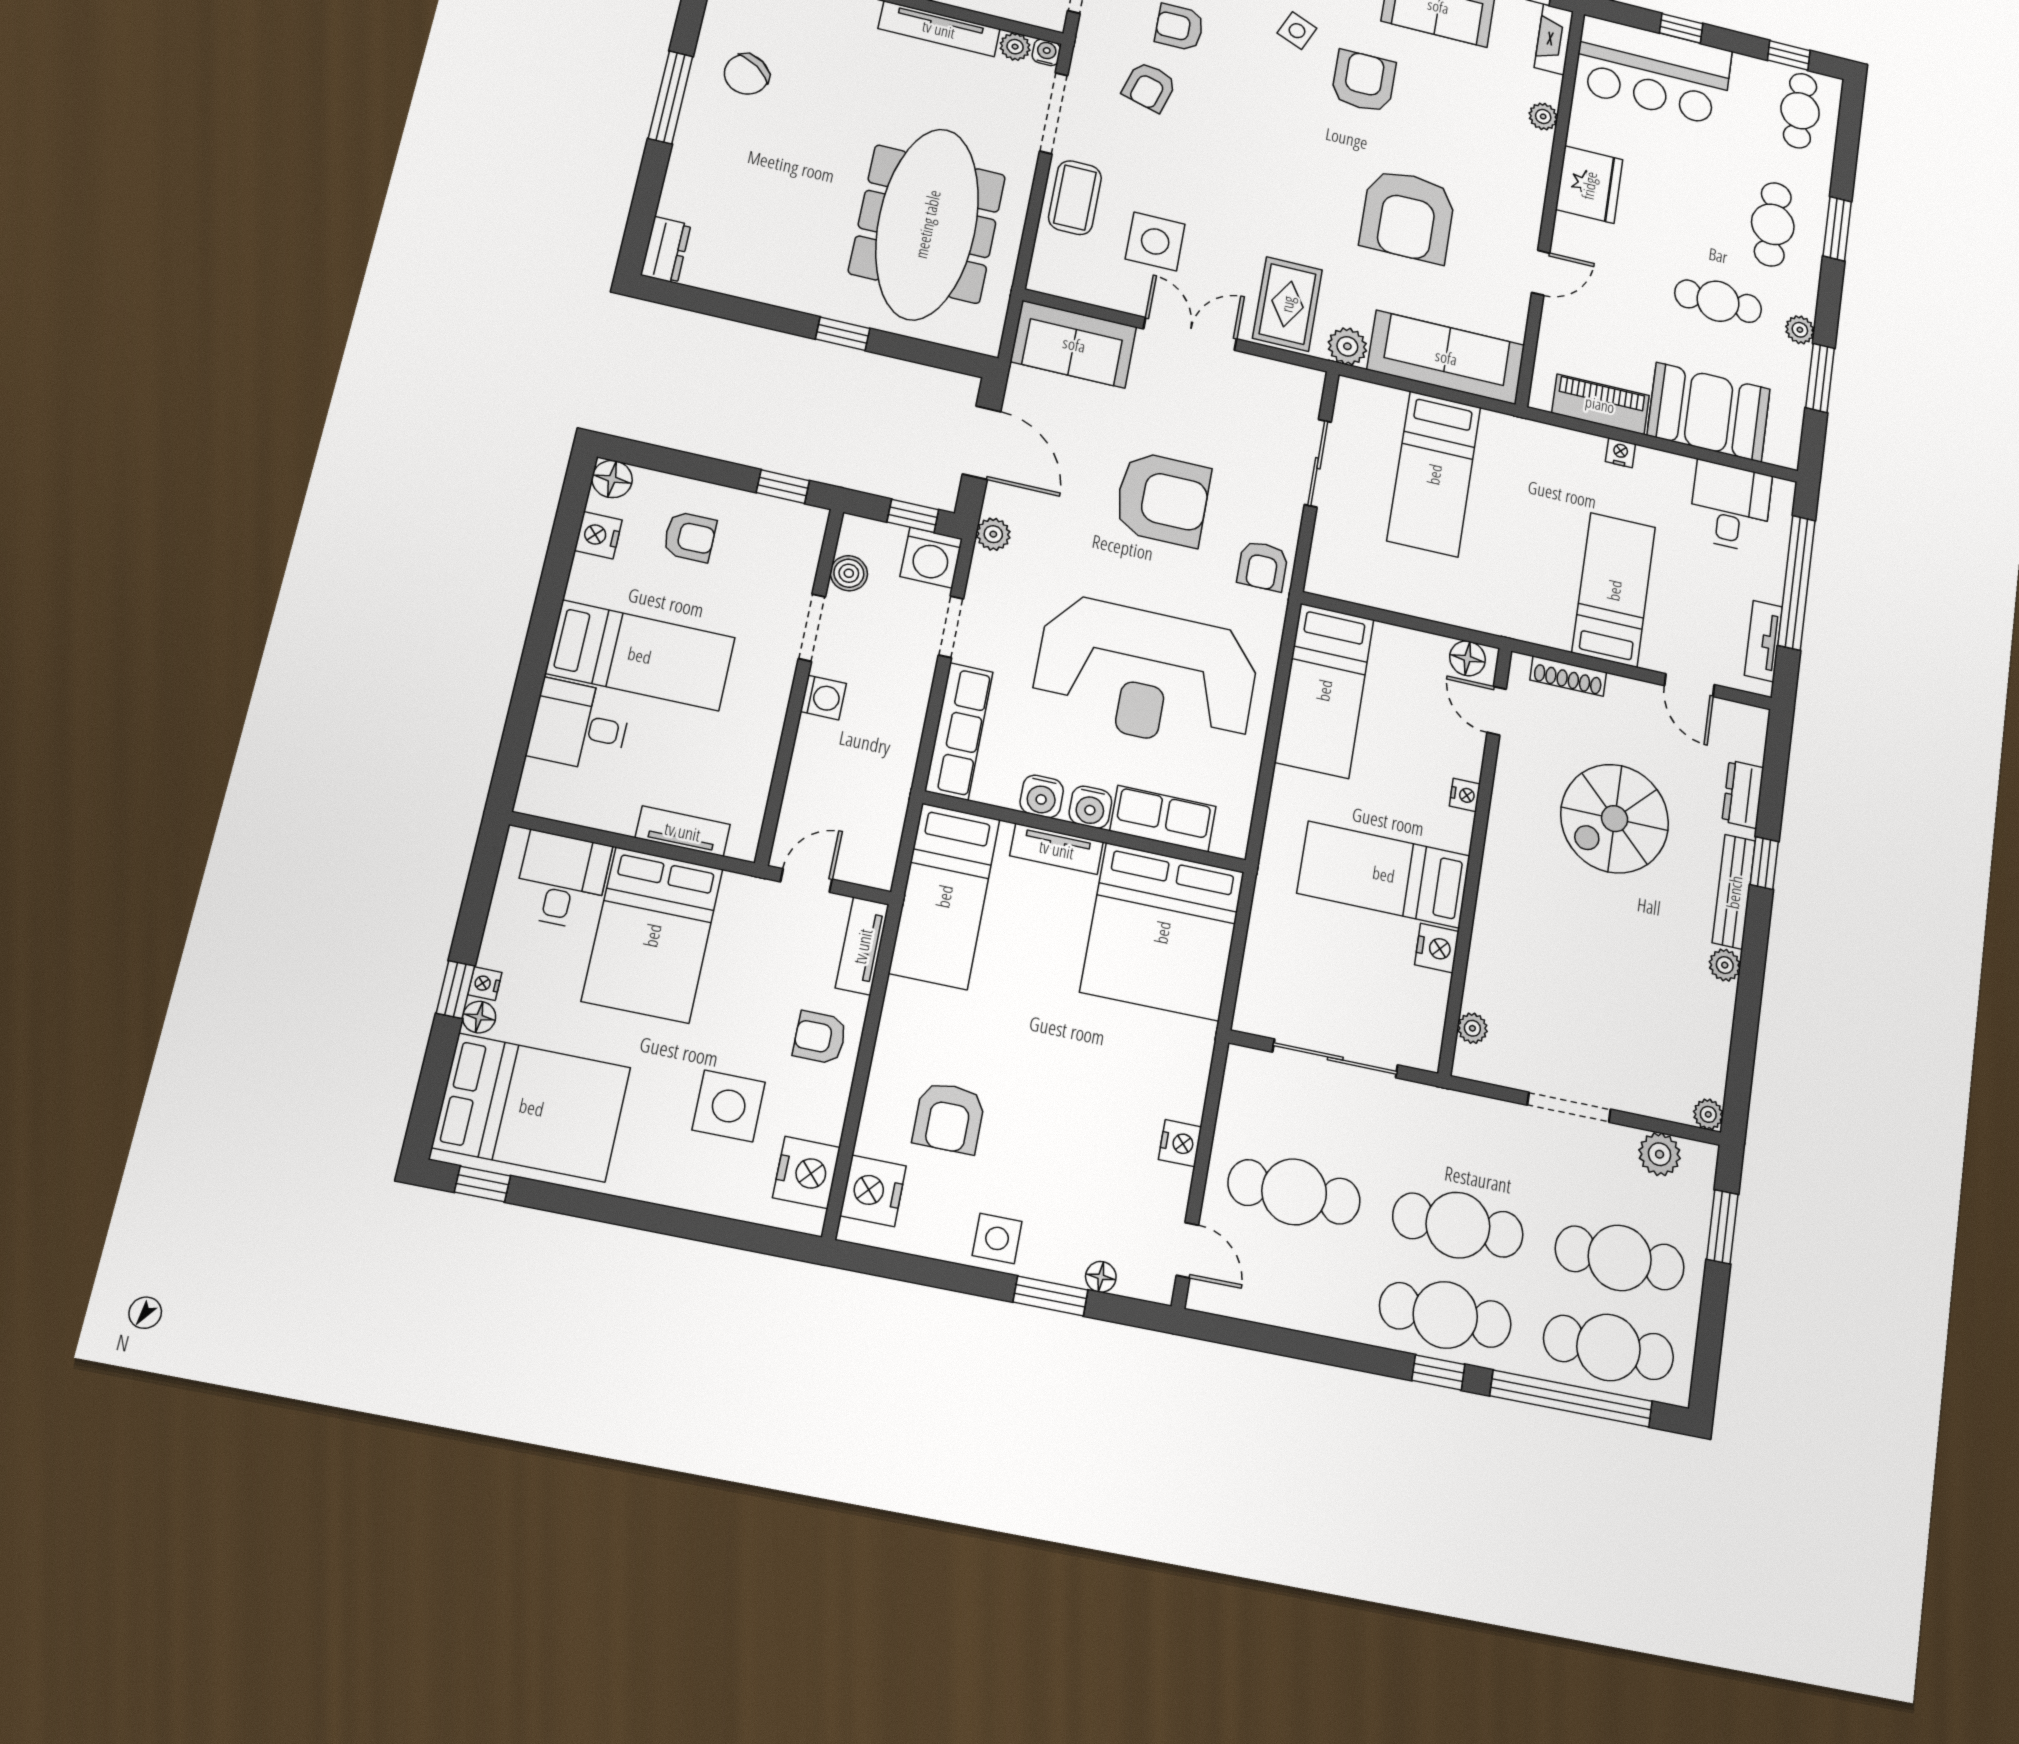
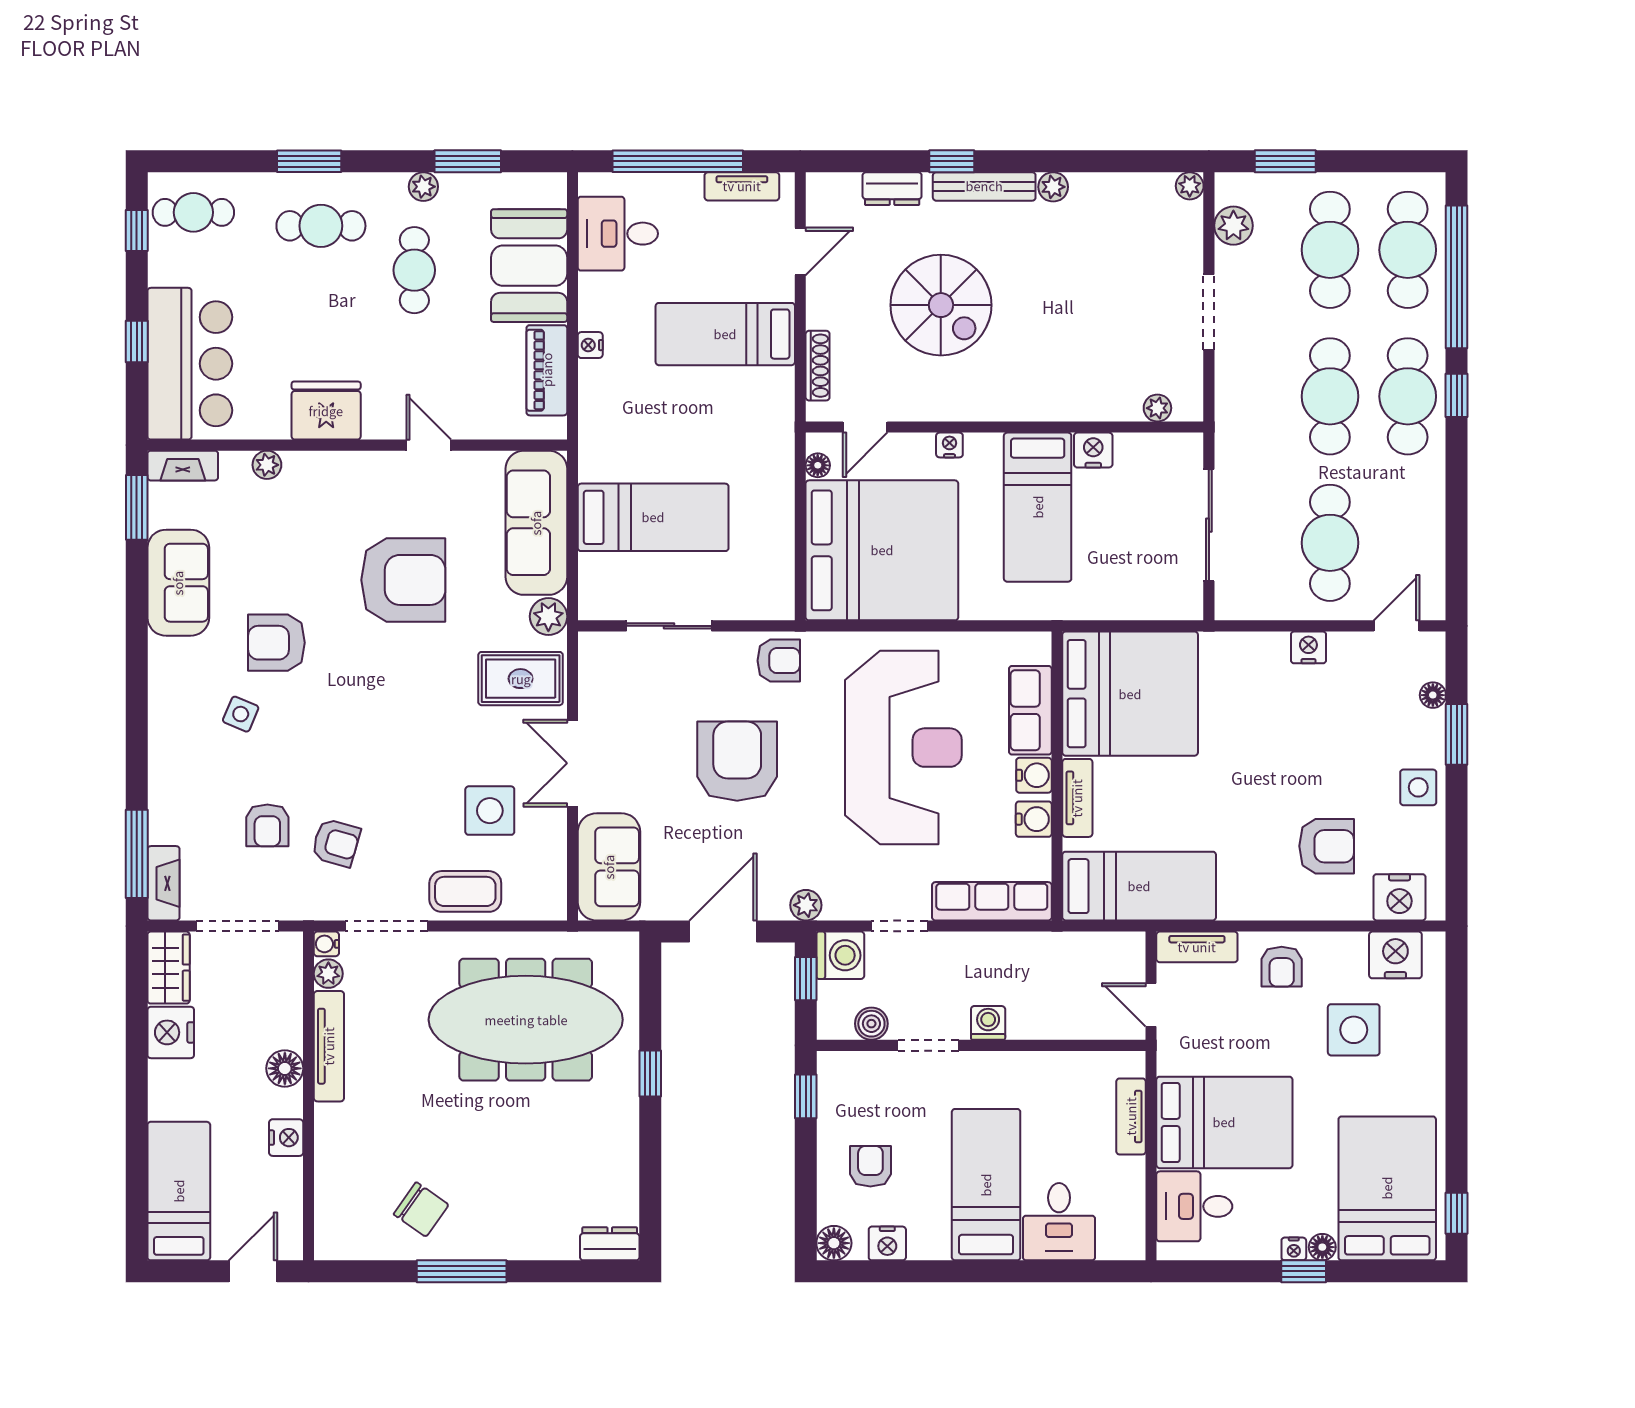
floor lamp: (1467, 658) -> (818, 465), width x0.73, depth x0.73
bed: (1324, 690) -> (882, 550), width x2.04

